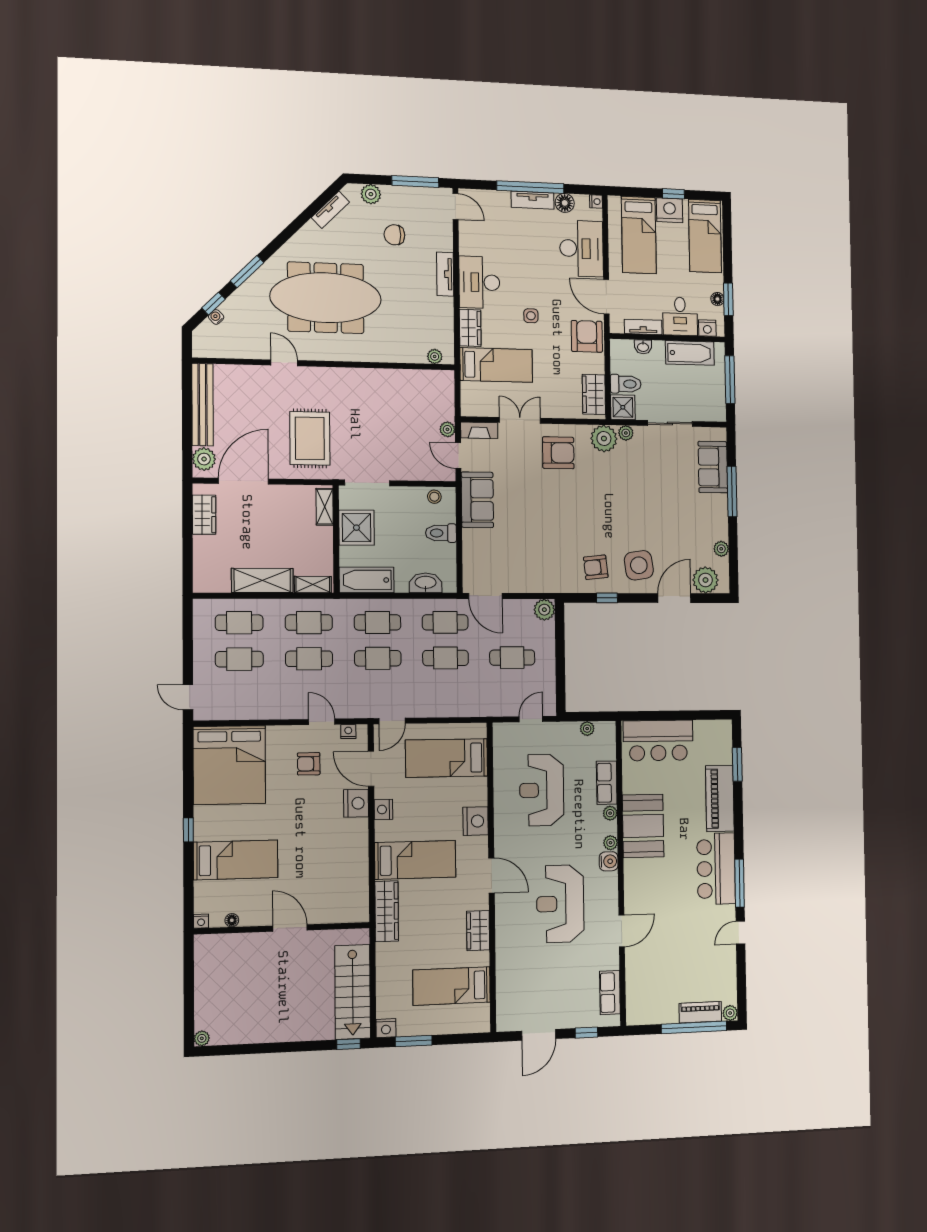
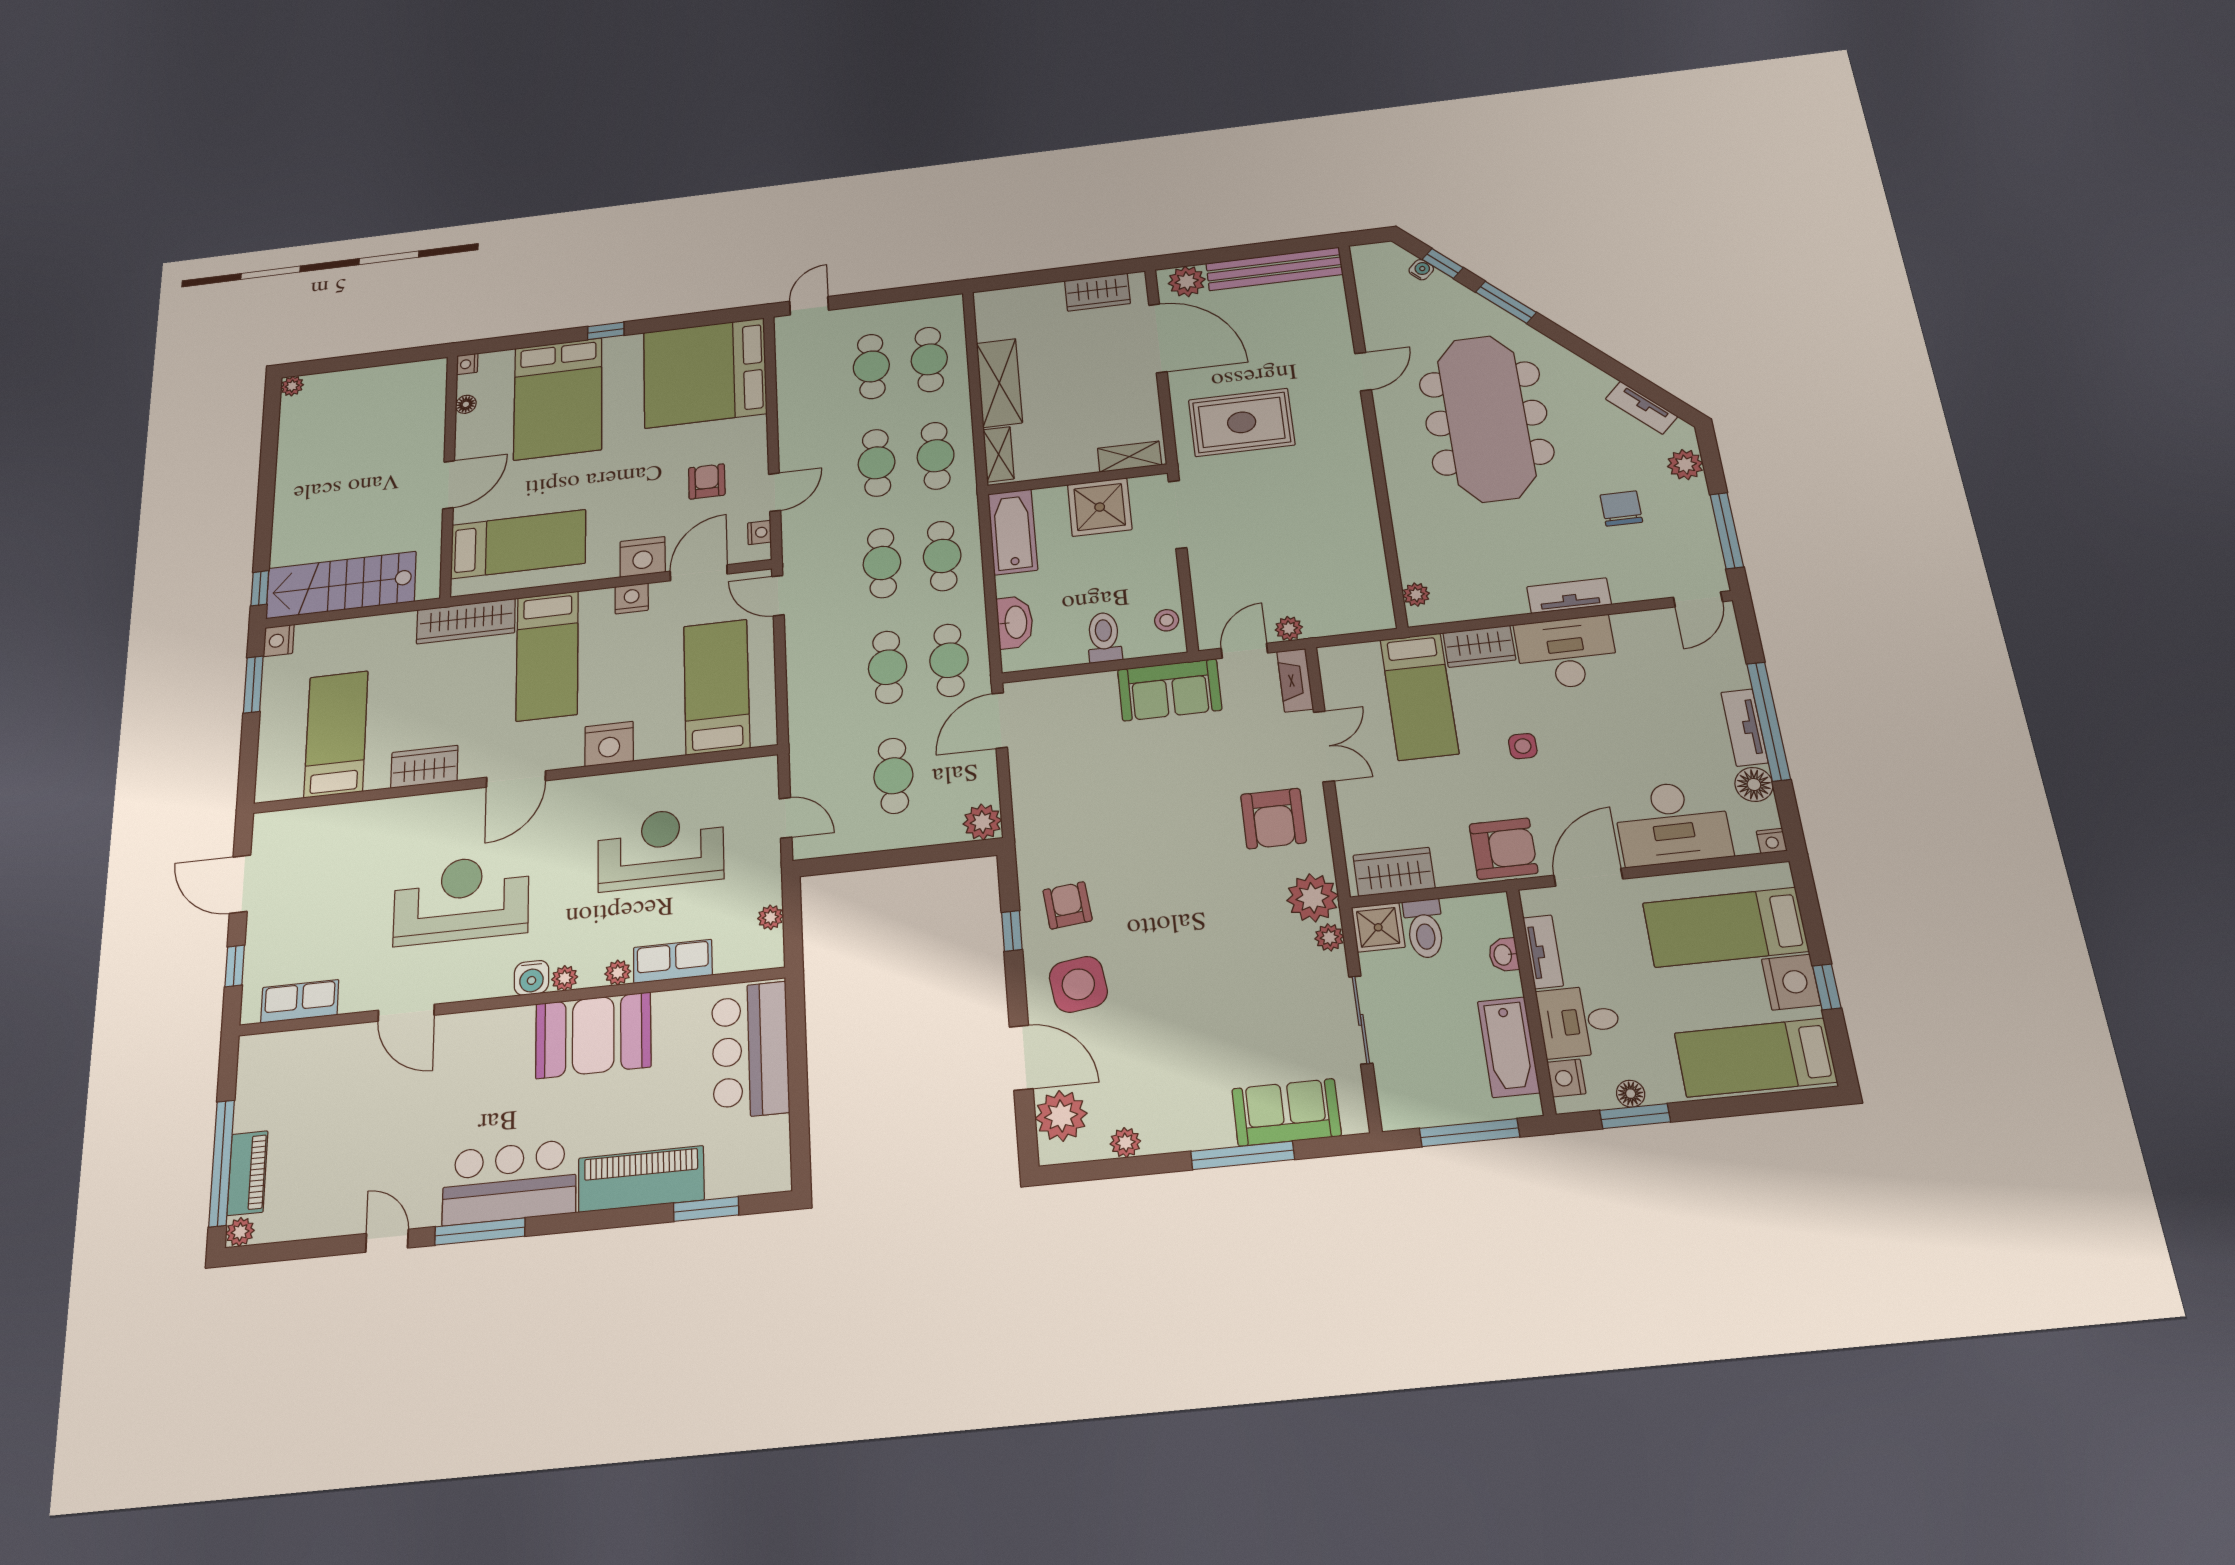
bed: (236, 860) -> (558, 399), width x1.50
bed: (338, 881) -> (518, 544), added

